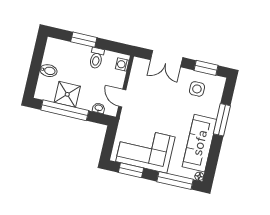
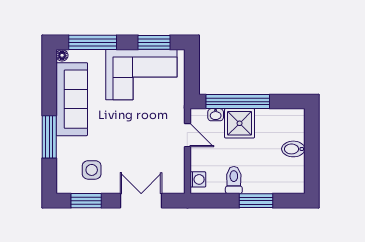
shower: (67, 94) -> (240, 123), moved
window: (65, 110) -> (238, 102), moved

